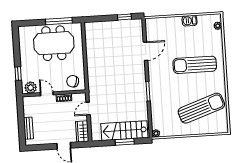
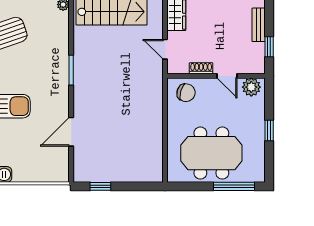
window: (59, 21) -> (234, 186), moved
window: (18, 74) -> (269, 130), moved
door: (88, 109) -> (165, 49), swing flipped
window: (21, 114) -> (269, 47), added

